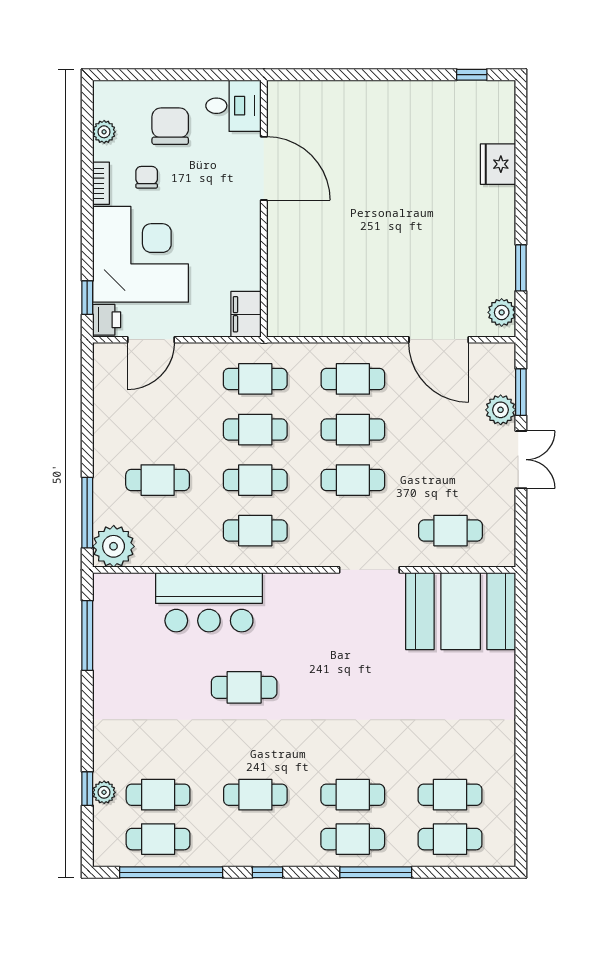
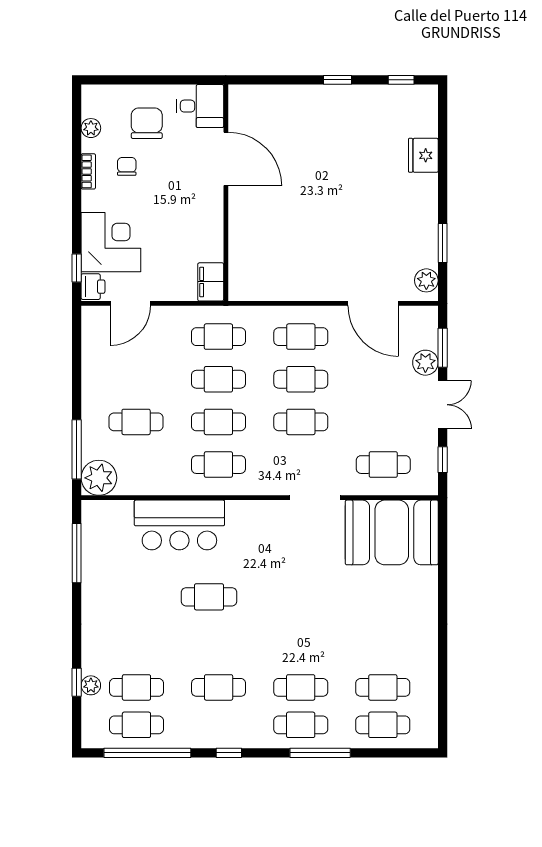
window: (396, 75) -> (338, 80), added
corner desk: (141, 254) -> (111, 242), width x0.74, depth x0.74
window: (521, 525) -> (443, 460), added

